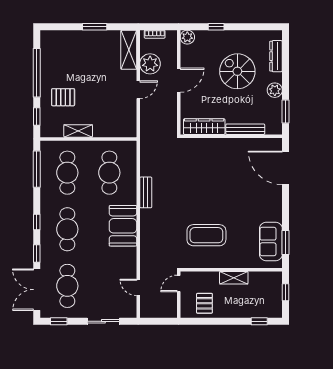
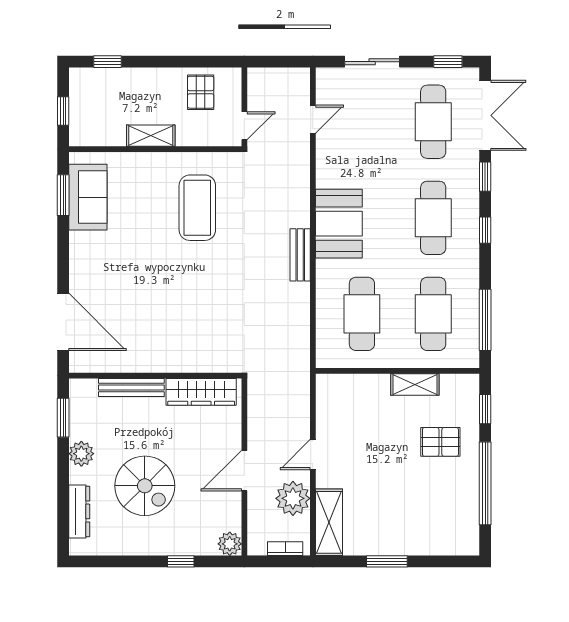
bench: (146, 192) -> (300, 255), moved
coffee table: (206, 235) -> (197, 208), turned 90
door: (138, 287) -> (313, 119), hinge flipped

